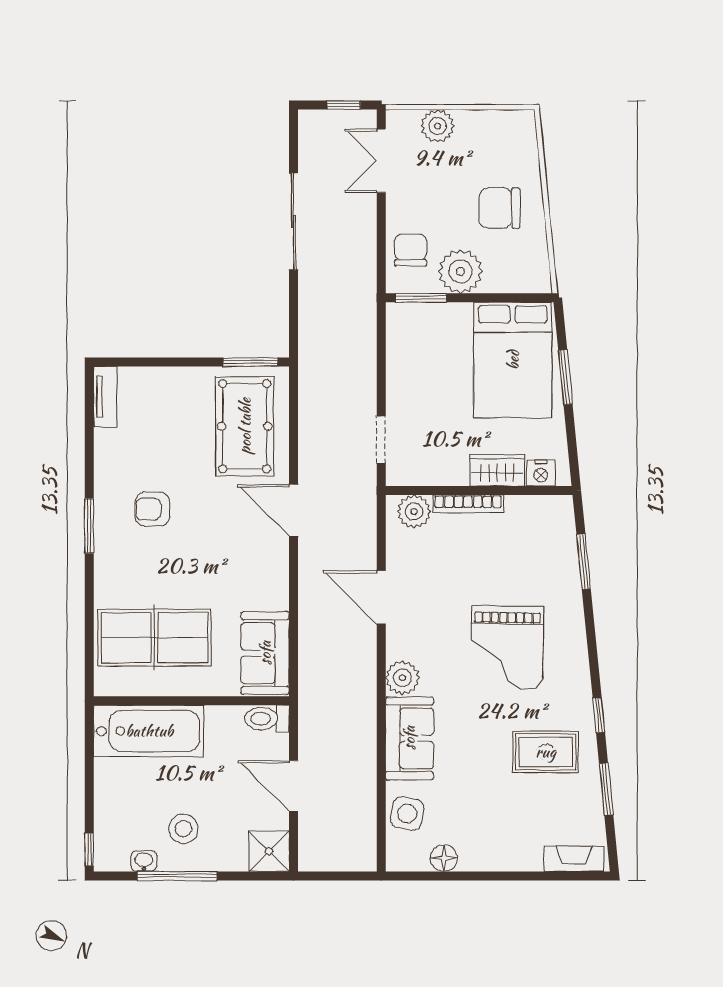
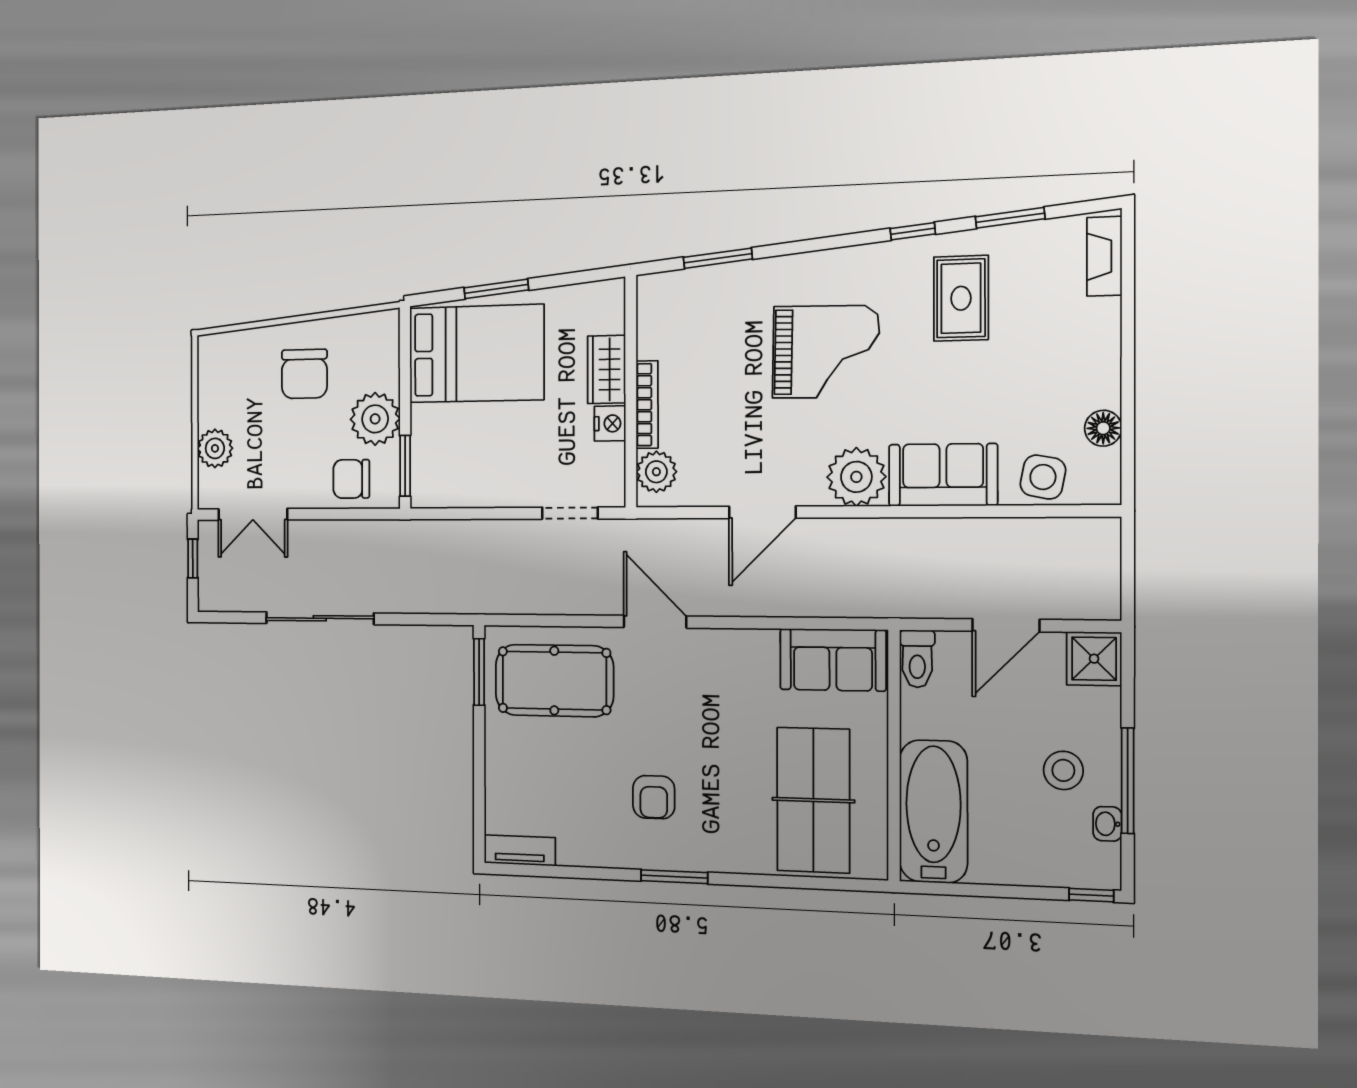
nightstand: (541, 473) -> (610, 423), moved
door: (294, 510) -> (655, 622), swing flipped
plant: (402, 678) -> (856, 477), width x1.36, depth x1.36

